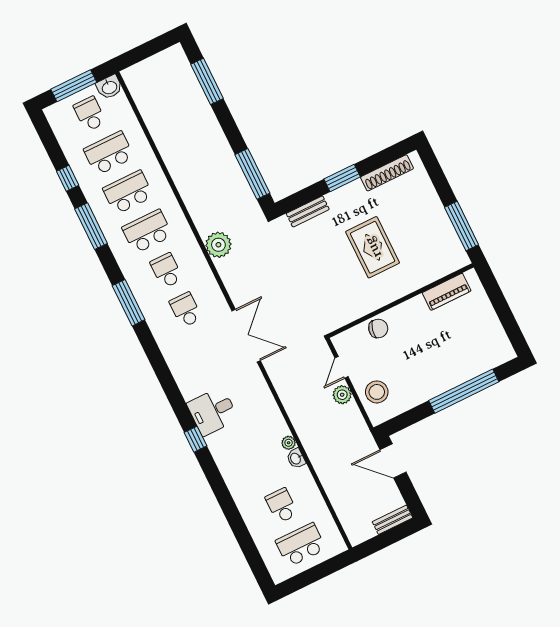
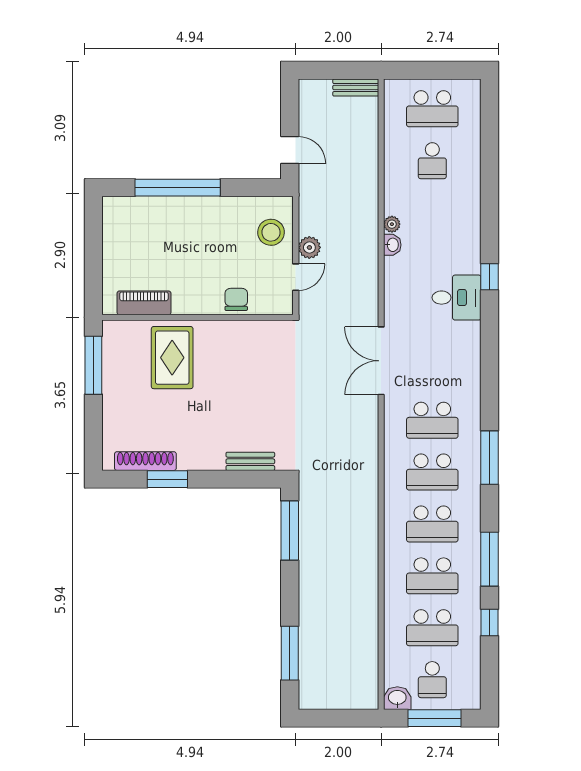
window: (342, 178) -> (167, 479), moved
plant: (218, 245) -> (363, 472), removed
rug: (373, 247) -> (172, 358), moved
school desk: (166, 271) -> (432, 472), width x1.85
school desk: (186, 310) -> (432, 420), width x1.85
chair: (378, 328) -> (236, 299), turned 77
washbasin: (296, 458) -> (392, 245), moved
door: (393, 461) -> (290, 150), width x0.73
bench: (392, 520) -> (356, 88), moved

